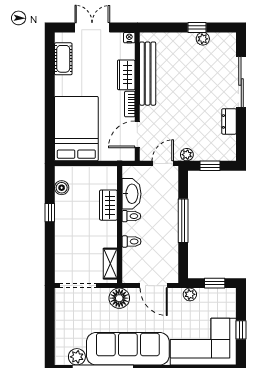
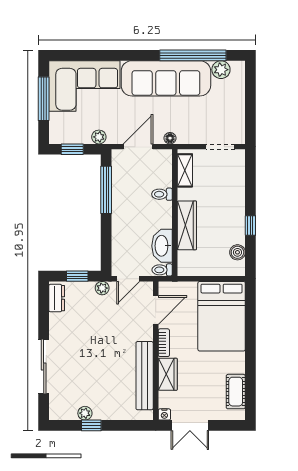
double door: (92, 27) -> (190, 425), moved
dresser: (229, 121) -> (57, 298), moved
wardrobe: (108, 205) -> (187, 225), width x1.50
toilet: (131, 216) -> (162, 270), moved
window: (183, 221) -> (106, 190), moved
doorway: (78, 286) -> (220, 147), width x0.73
door: (154, 286) -> (138, 147), hinge flipped
floor lamp: (119, 298) -> (170, 138), width x0.53, depth x0.53
window: (241, 330) -> (44, 99), width x2.17

